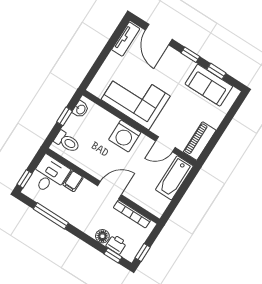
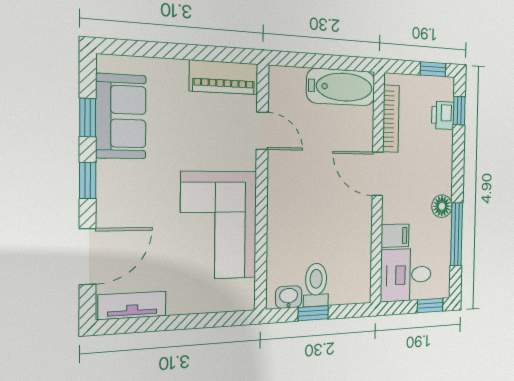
washing machine: (125, 136) -> (288, 203), removed
toilet: (67, 142) -> (316, 285), moved
bathtub: (174, 178) -> (341, 87), moved
floor lamp: (102, 236) -> (442, 206), moved

